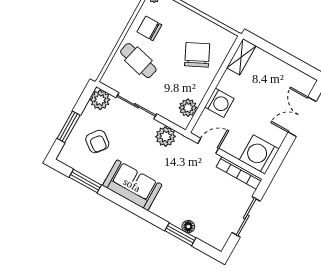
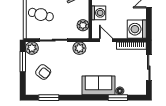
window: (69, 127) -> (23, 62), moved
door: (208, 146) -> (106, 40), hinge flipped
sofa: (132, 185) -> (99, 85), moved

